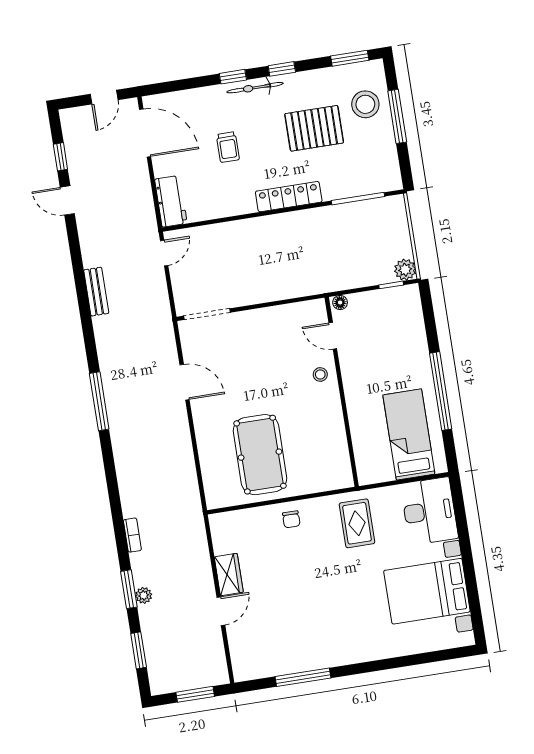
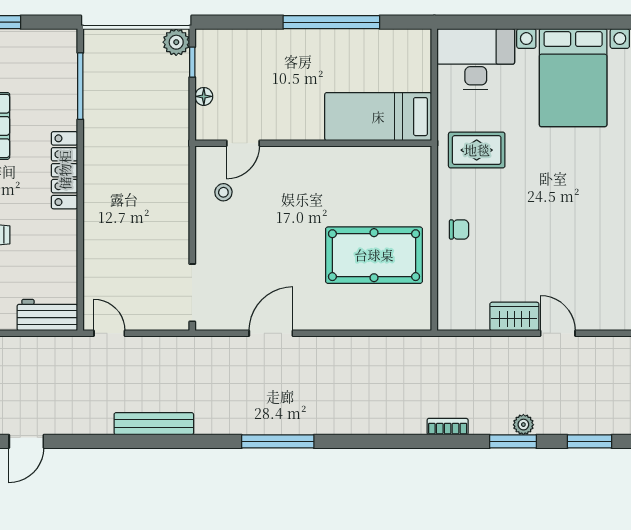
bench: (96, 292) -> (154, 424), width x1.36
floor lamp: (340, 303) -> (204, 96), moved
stool: (320, 374) -> (223, 192), moved
bed: (409, 434) -> (378, 117), moved

